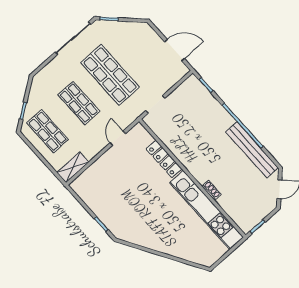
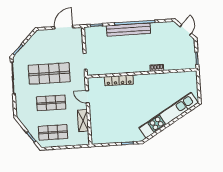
bench: (252, 150) -> (128, 30), moved
shelving: (73, 167) -> (83, 121), moved
kitchen unit: (207, 210) -> (169, 115), moved, turned 149

